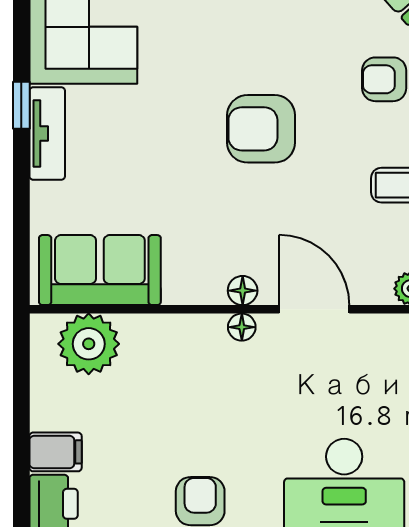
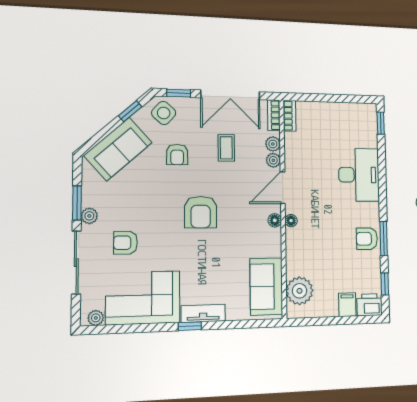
plant: (375, 289) -> (273, 160), added

